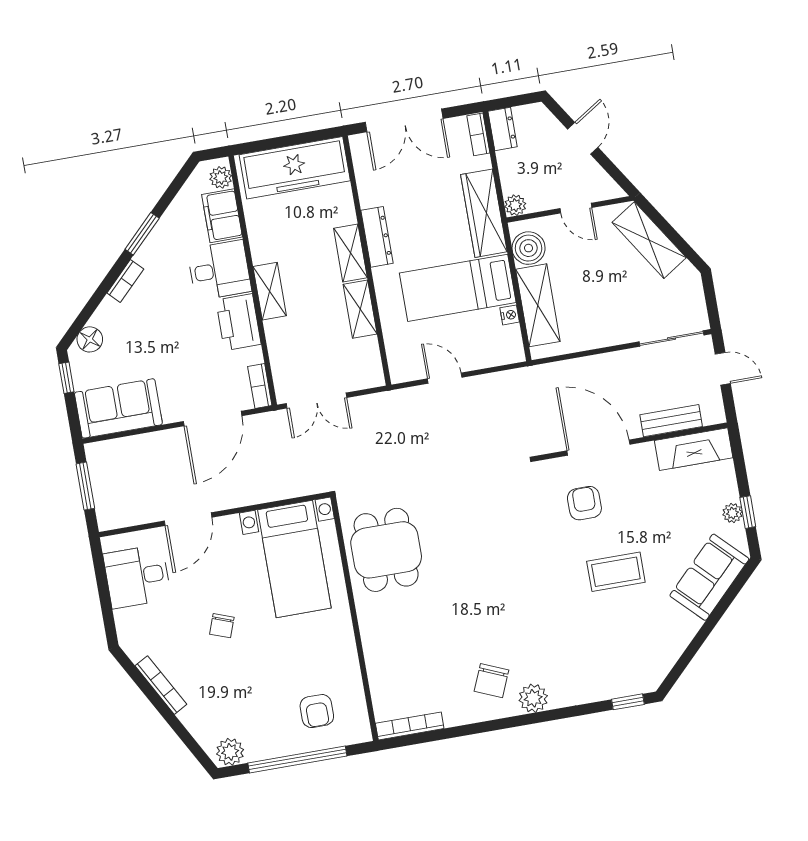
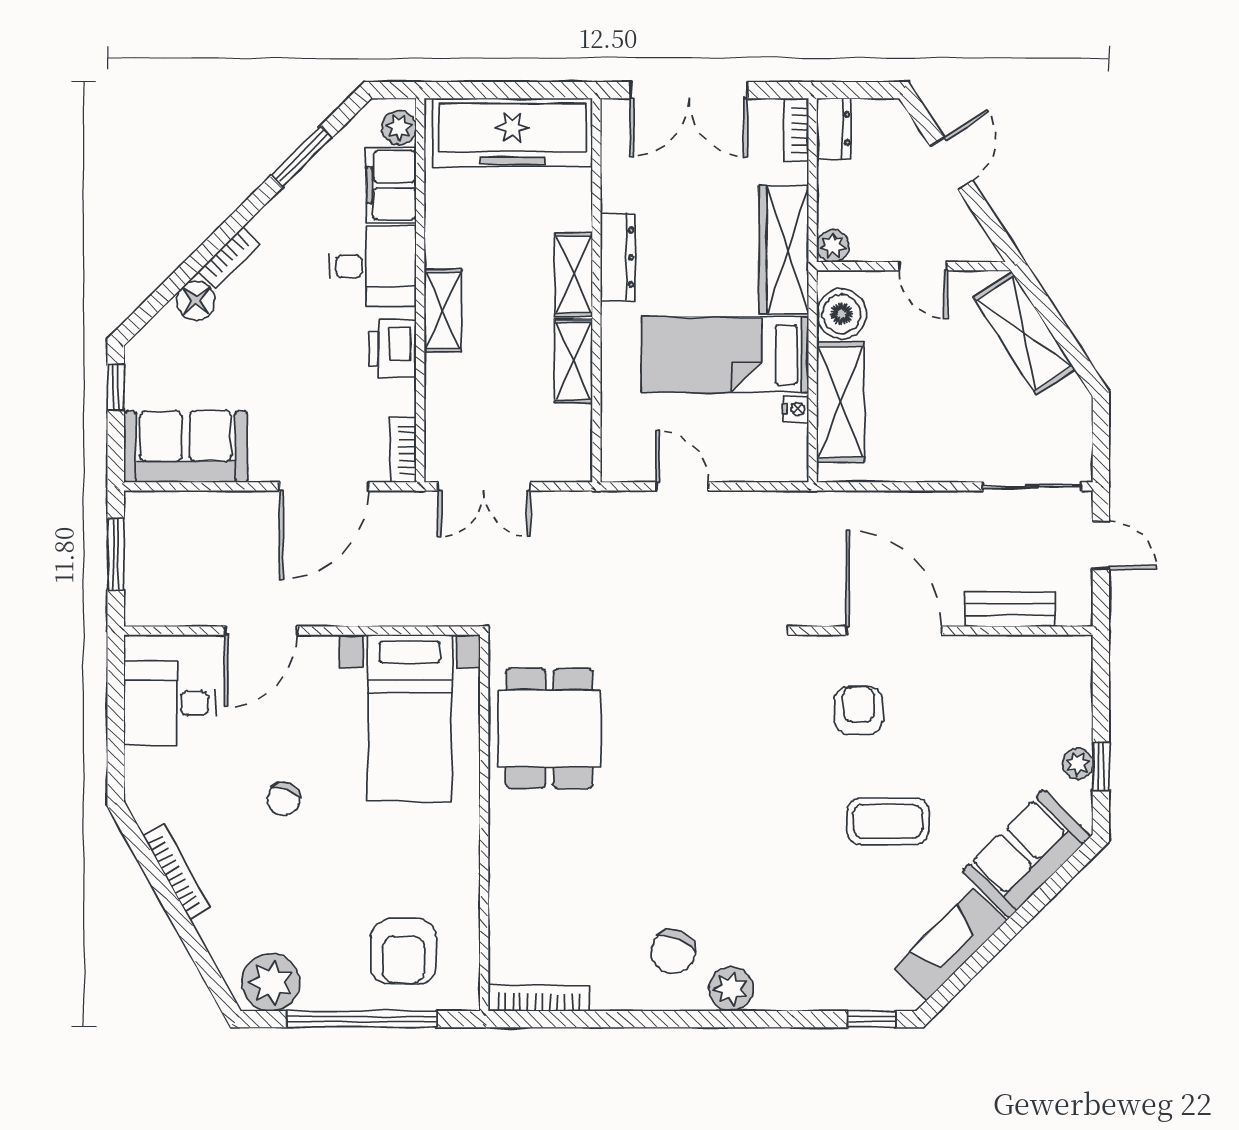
window: (142, 234) -> (301, 157), moved
printer: (238, 322) -> (392, 349), width x0.73, depth x0.84
floor lamp: (90, 339) -> (196, 301), moved
fireplace: (694, 449) -> (950, 945), moved, turned 135
armchair: (317, 711) -> (404, 952), width x1.38, depth x1.38
plant: (230, 752) -> (271, 982), width x1.36, depth x1.36

